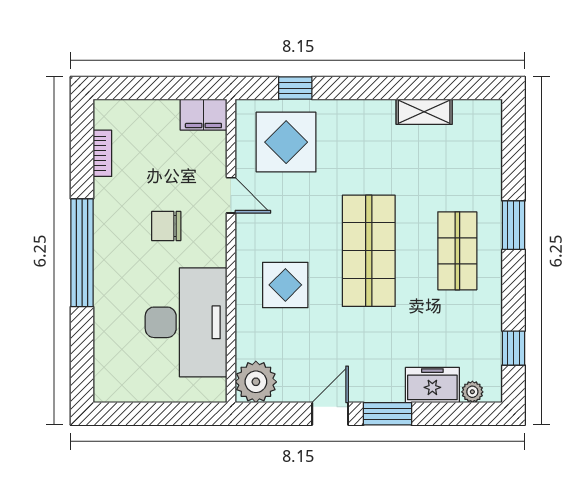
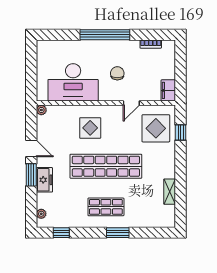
shop shelf: (369, 251) -> (106, 166), width x1.40
plant: (256, 382) -> (41, 110), width x0.53, depth x0.53
freezer: (432, 385) -> (44, 180), moved

